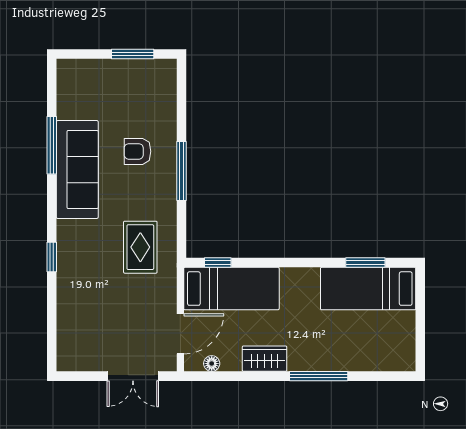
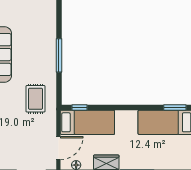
armchair: (137, 151) -> (34, 44), removed
window: (365, 263) -> (175, 108), moved

